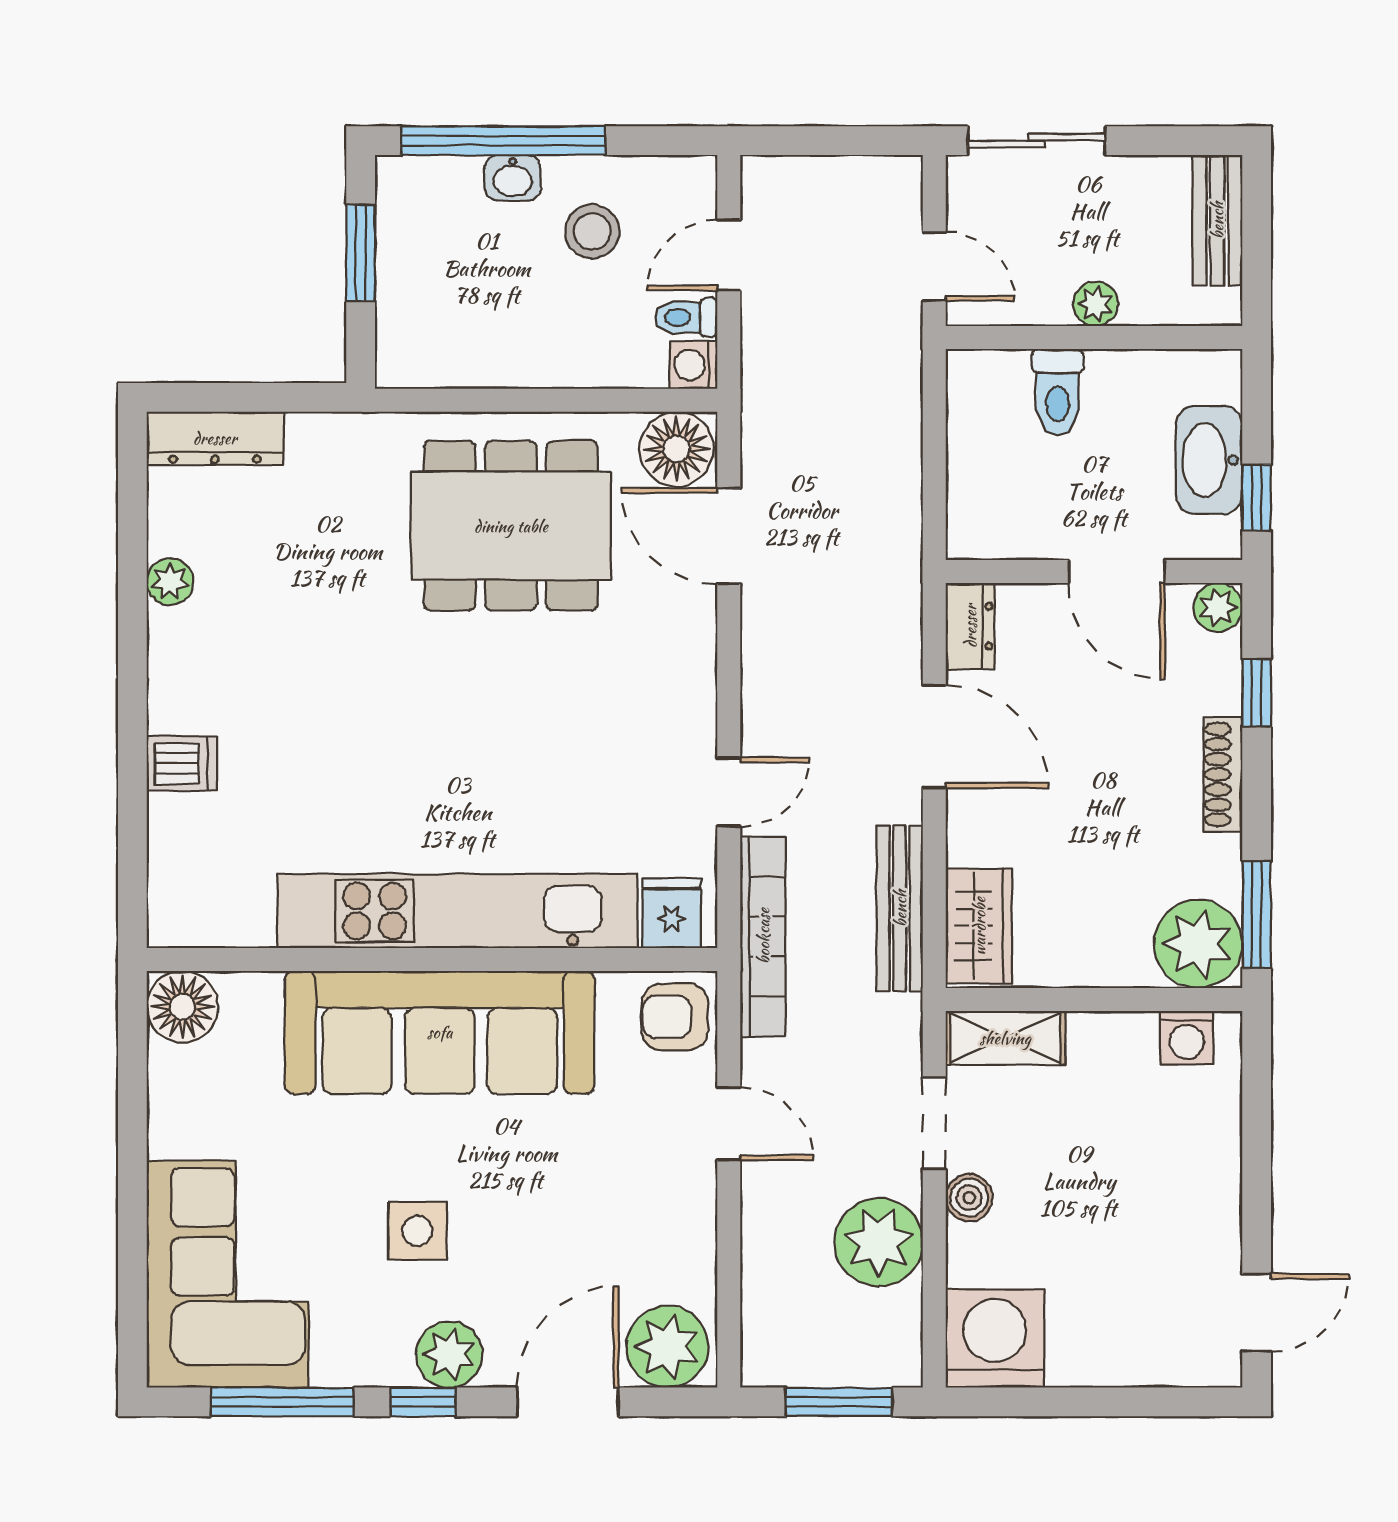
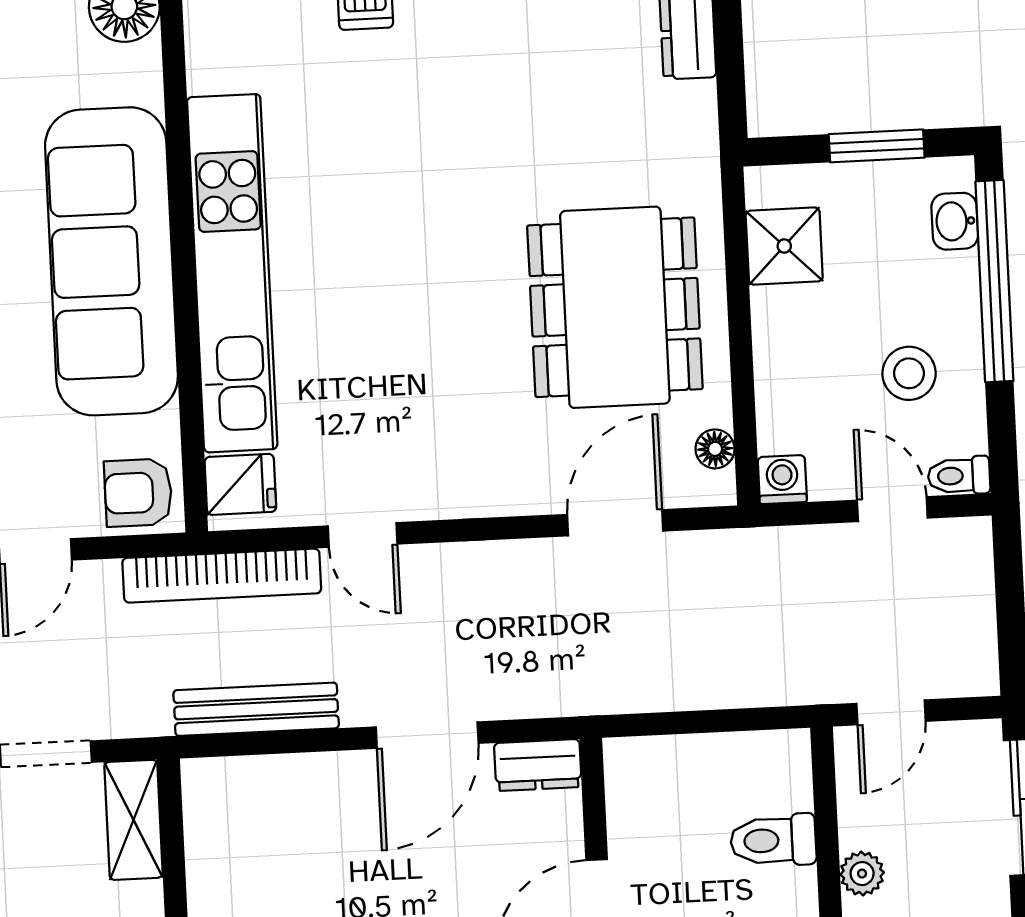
washbasin: (513, 178) -> (955, 221), moved
toilet: (686, 317) -> (959, 476), moved, turned -90
shower: (457, 351) -> (784, 246), added
floor lamp: (677, 449) -> (715, 449), width x0.53, depth x0.53
wardrobe: (979, 926) -> (243, 788), removed
armchair: (675, 1017) -> (138, 493), turned -90

